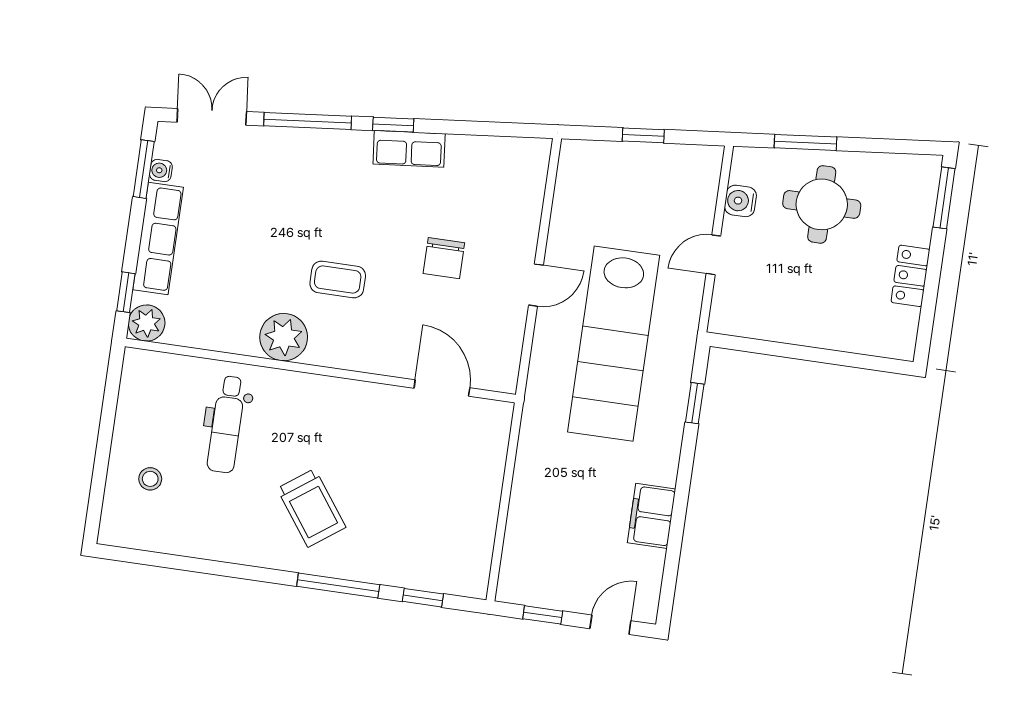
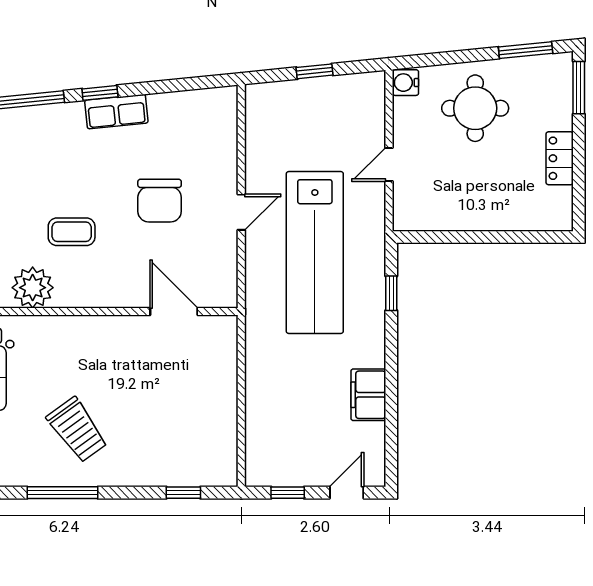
window: (806, 142) -> (526, 50), moved
water cooler: (740, 201) -> (405, 83), moved
chair: (444, 258) -> (160, 201), width x1.37, depth x1.37
window: (338, 586) -> (62, 493), moved

